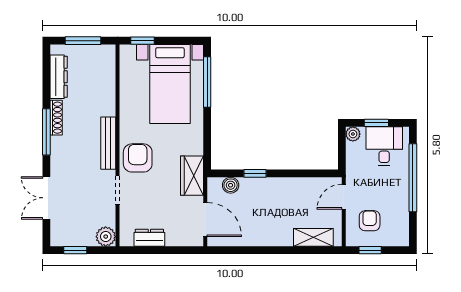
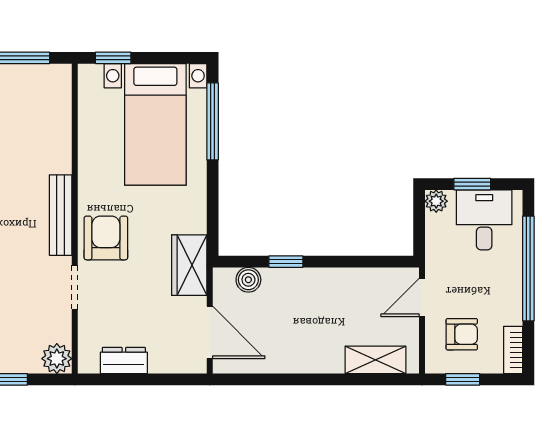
armchair: (370, 221) -> (462, 334), turned 90
bookcase: (403, 231) -> (513, 350), added

